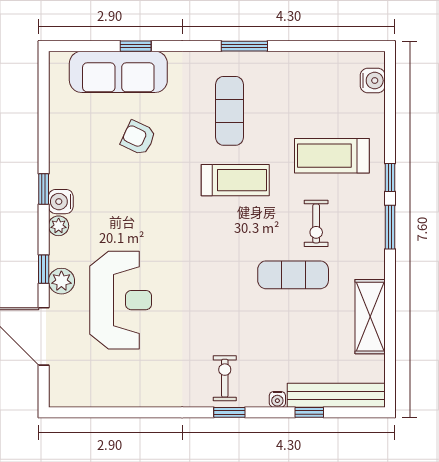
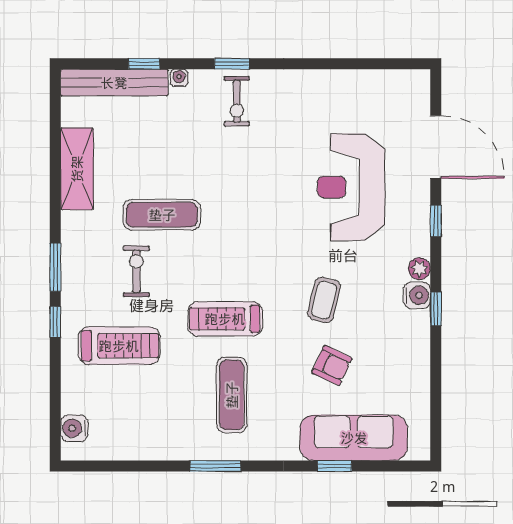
coffee table: (145, 197) -> (324, 300), added
plant: (61, 281) -> (416, 208), removed

